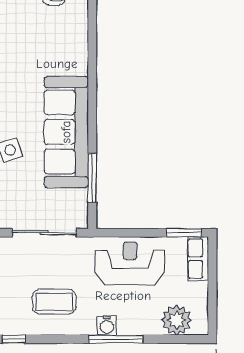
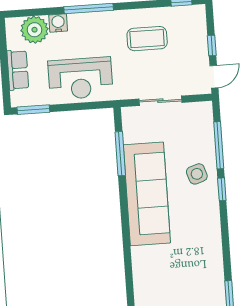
sliding door: (44, 233) -> (160, 101), width x0.73
row of seats: (198, 259) -> (18, 70), moved
water cooler: (107, 326) -> (58, 23), moved

